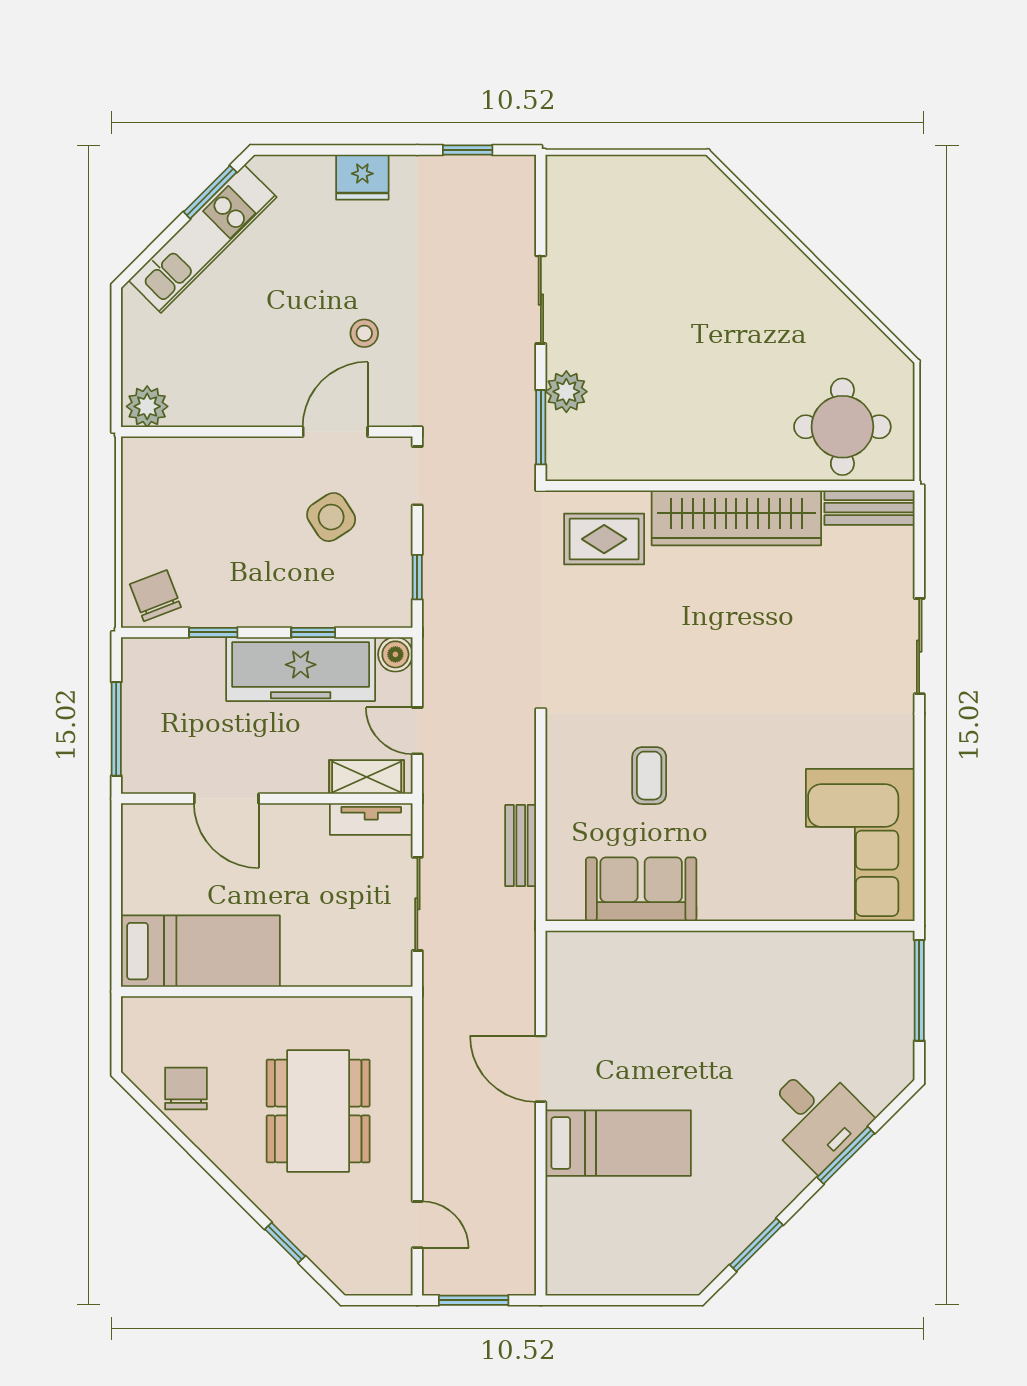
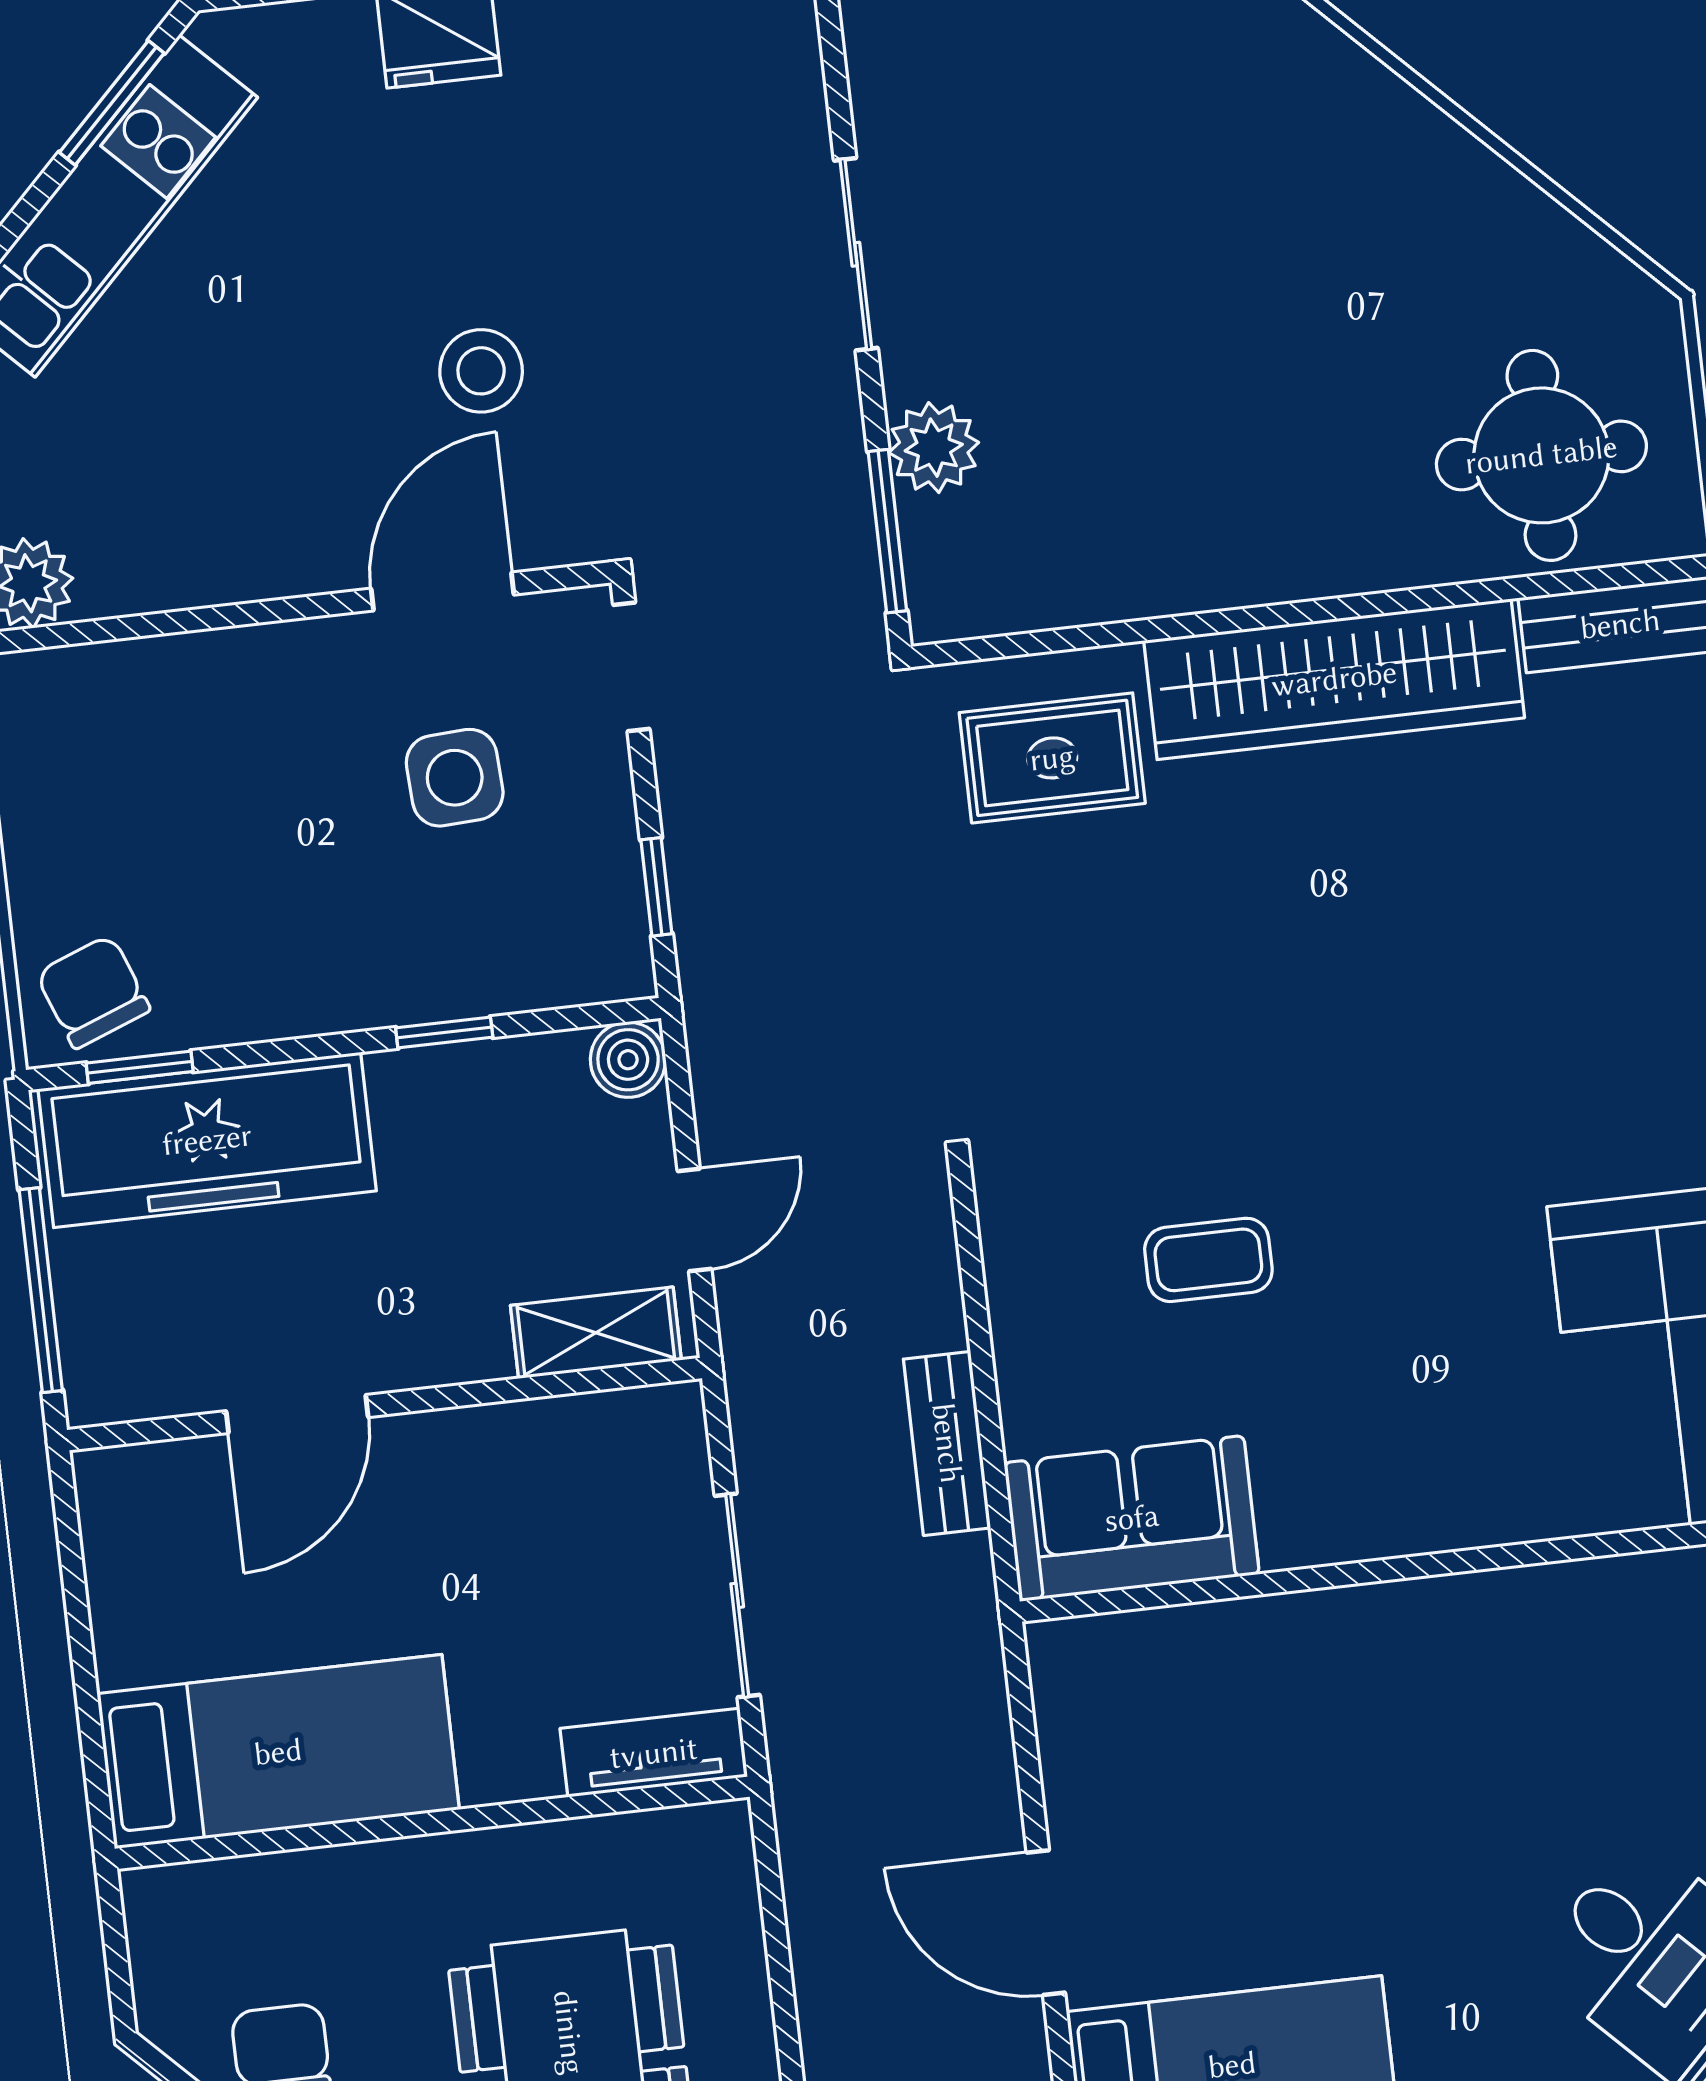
stool: (364, 333) -> (481, 371), width x1.37, depth x1.37
side table: (331, 517) -> (455, 778), turned 30
window: (213, 632) -> (140, 1067), moved
freezer: (301, 669) -> (207, 1140), moved
door: (417, 731) -> (694, 1220), swing flipped
coffee table: (649, 776) -> (1208, 1260), turned 90
door: (226, 798) -> (297, 1414), hinge flipped
tv unit: (371, 819) -> (654, 1753), moved, turned 180
sofa: (641, 889) -> (1132, 1518), moved

